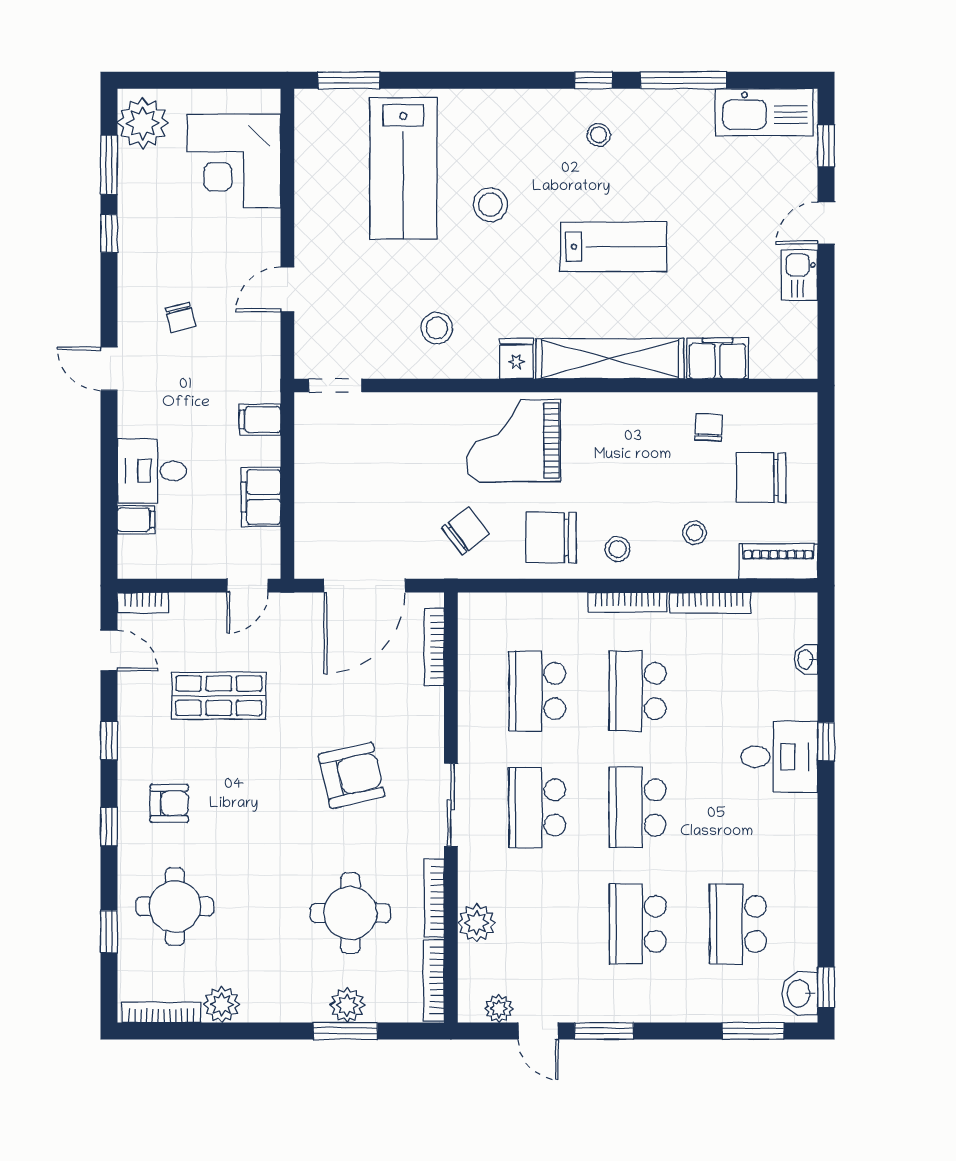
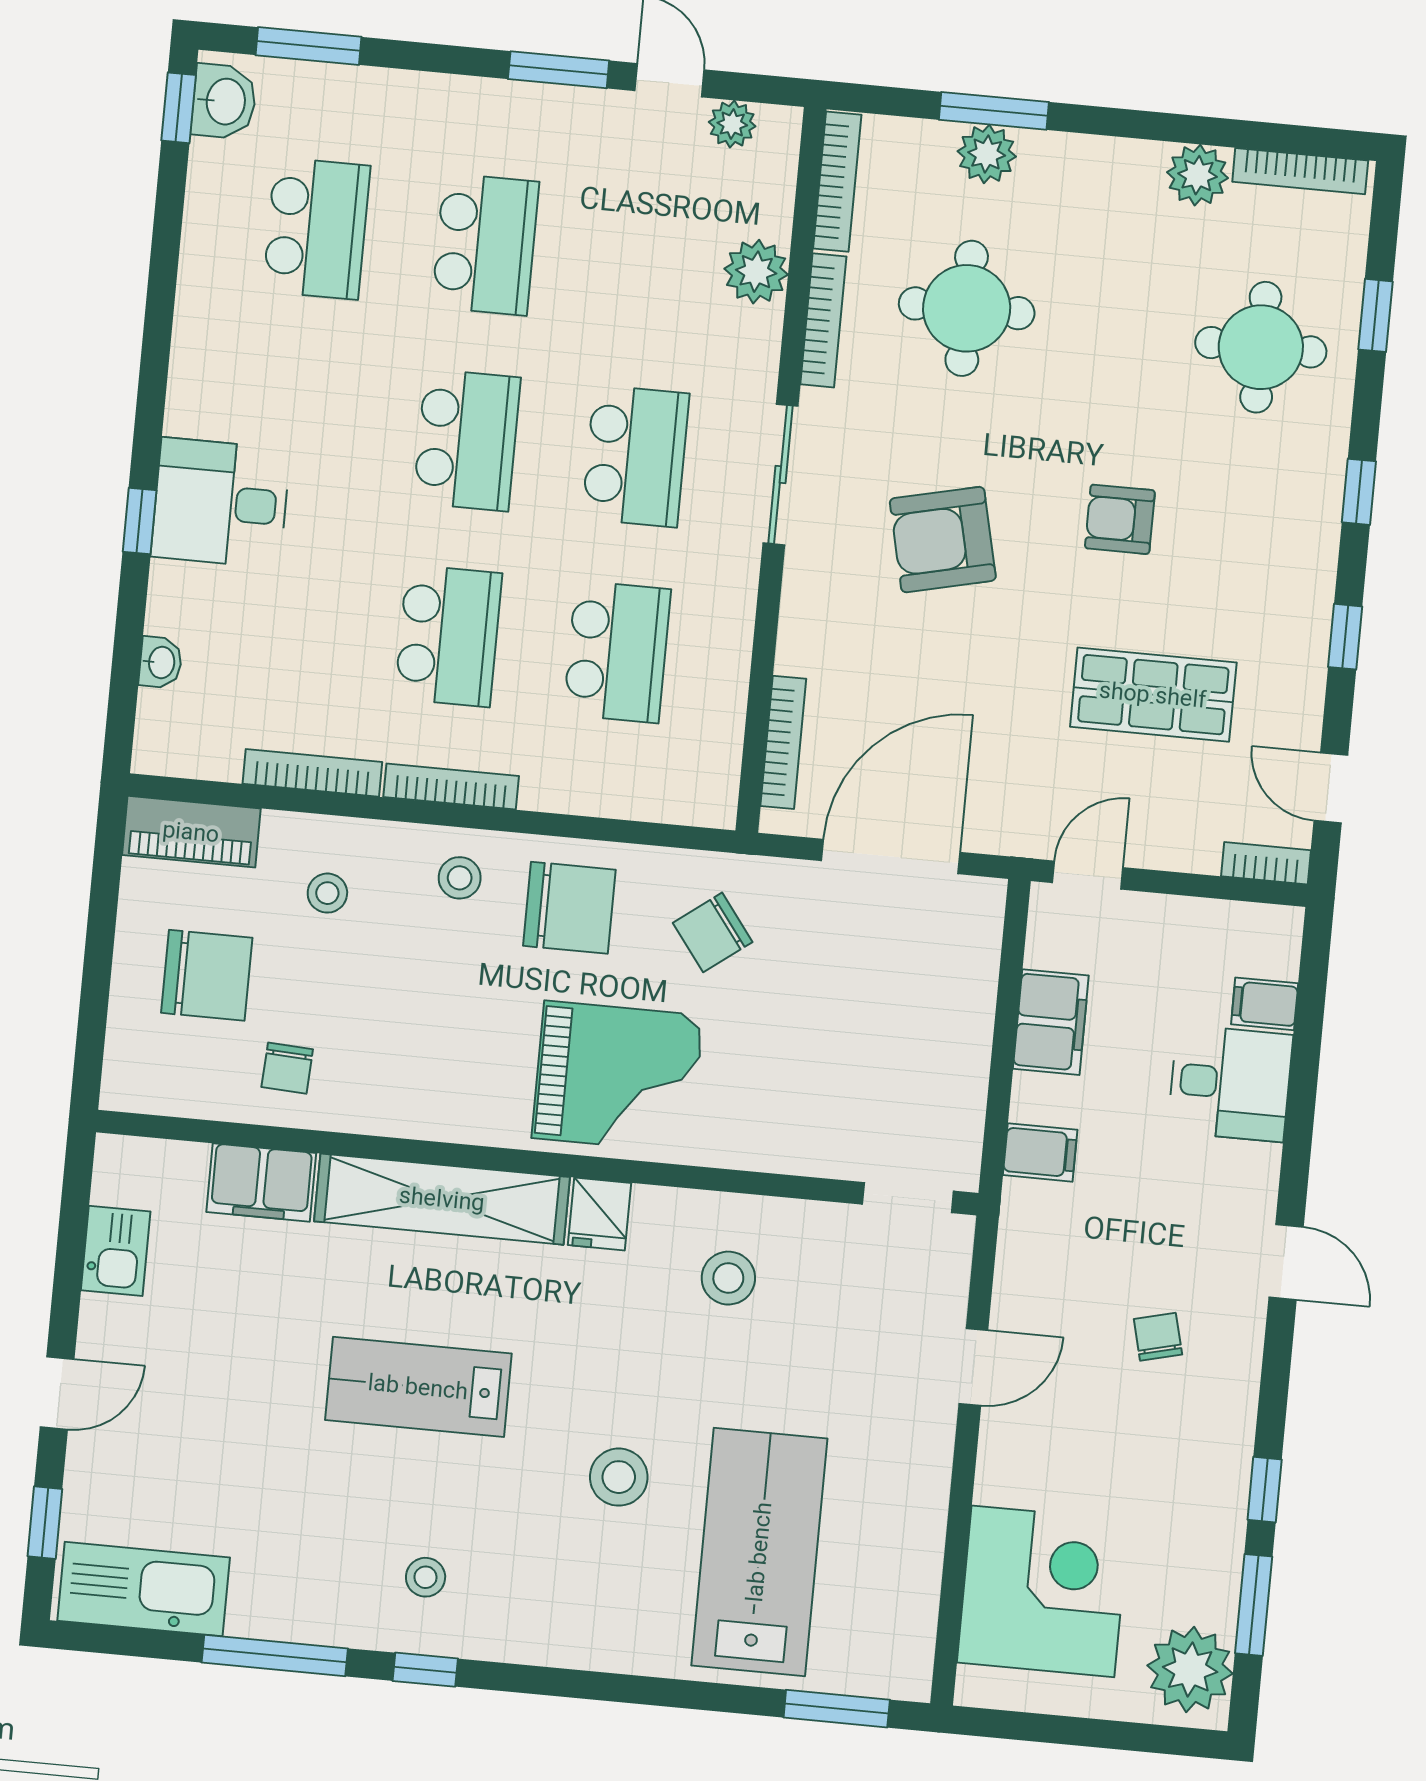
kitchen sink: (799, 275) -> (116, 1251), moved
armchair: (169, 803) -> (1120, 519), moved

